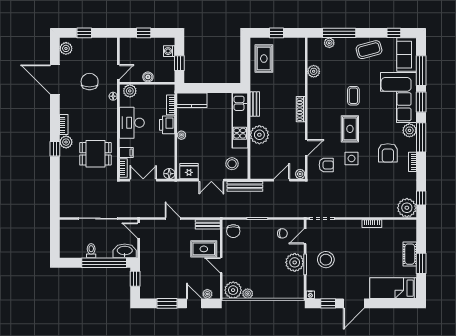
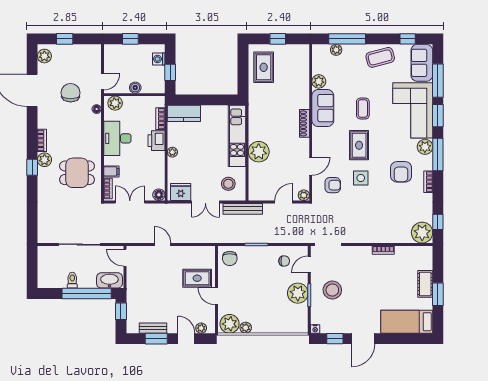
sofa: (317, 95) -> (323, 108), added
bench: (255, 104) -> (254, 118), removed
bench: (208, 224) -> (153, 328), moved

